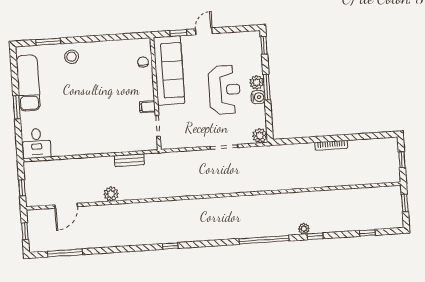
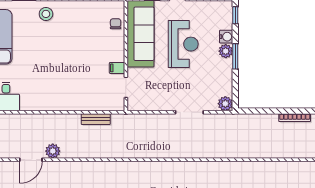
reception desk: (224, 90) -> (183, 44), moved
water cooler: (258, 97) -> (226, 37), moved
plant: (111, 194) -> (53, 151), moved

